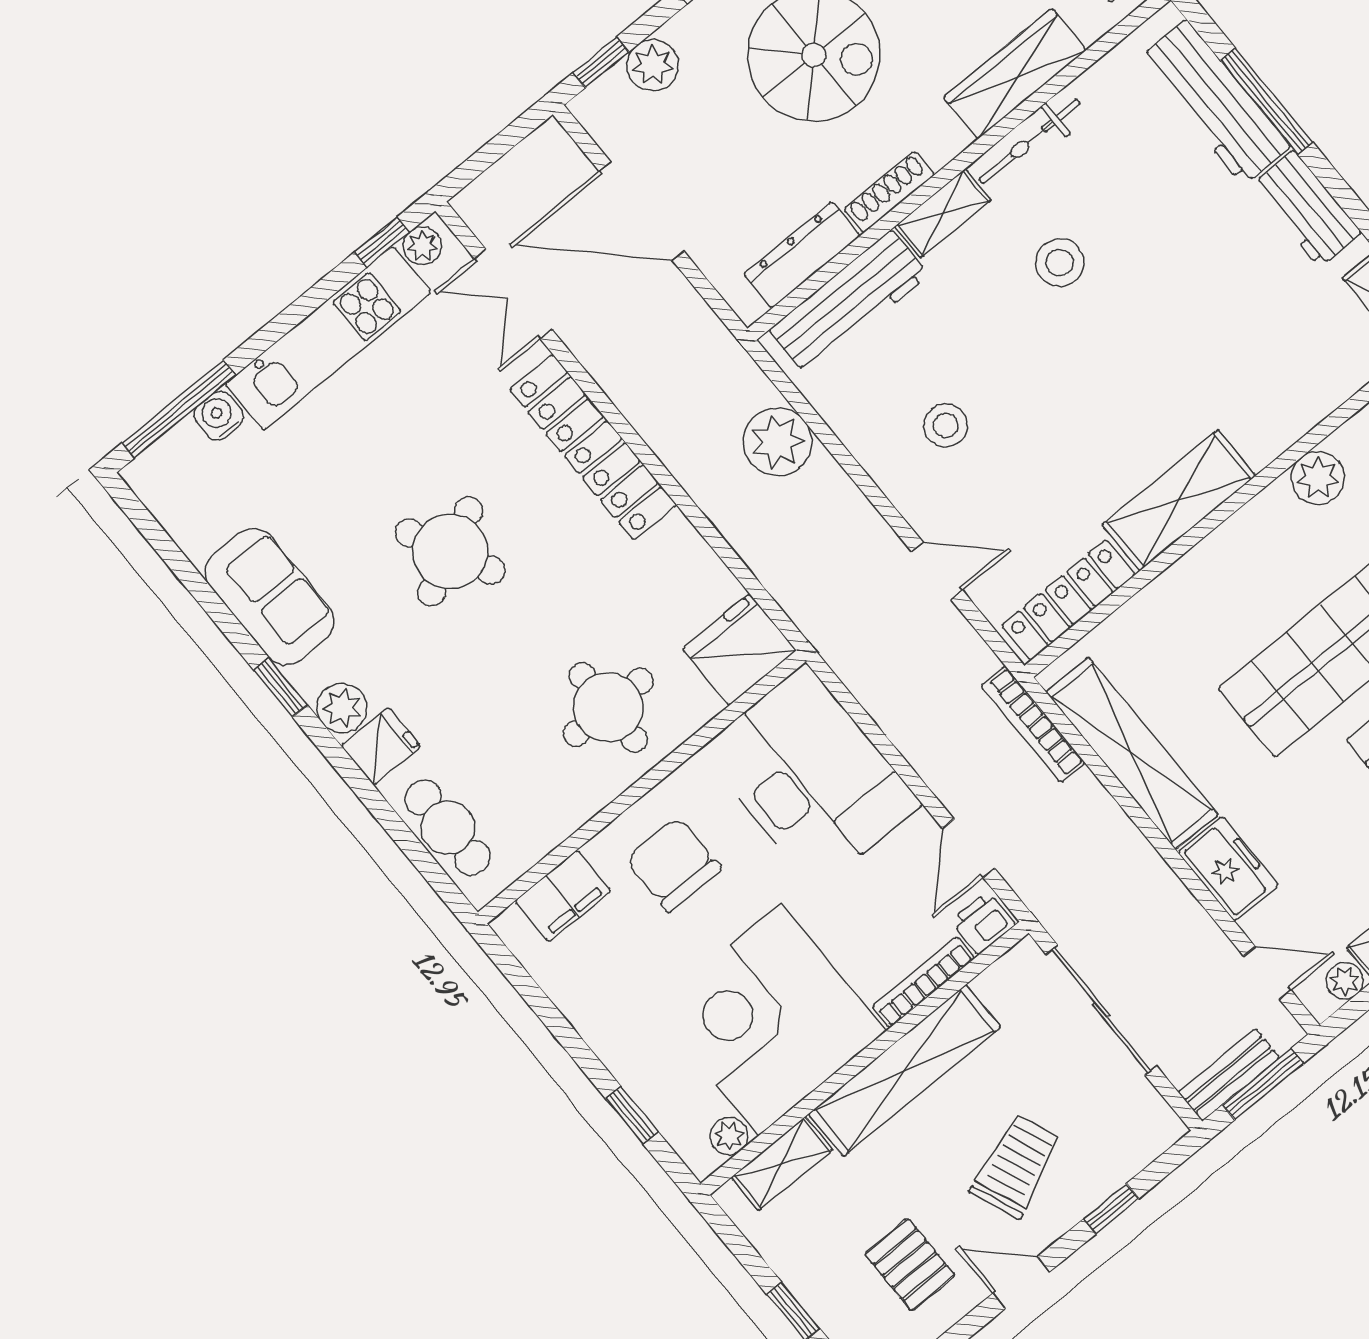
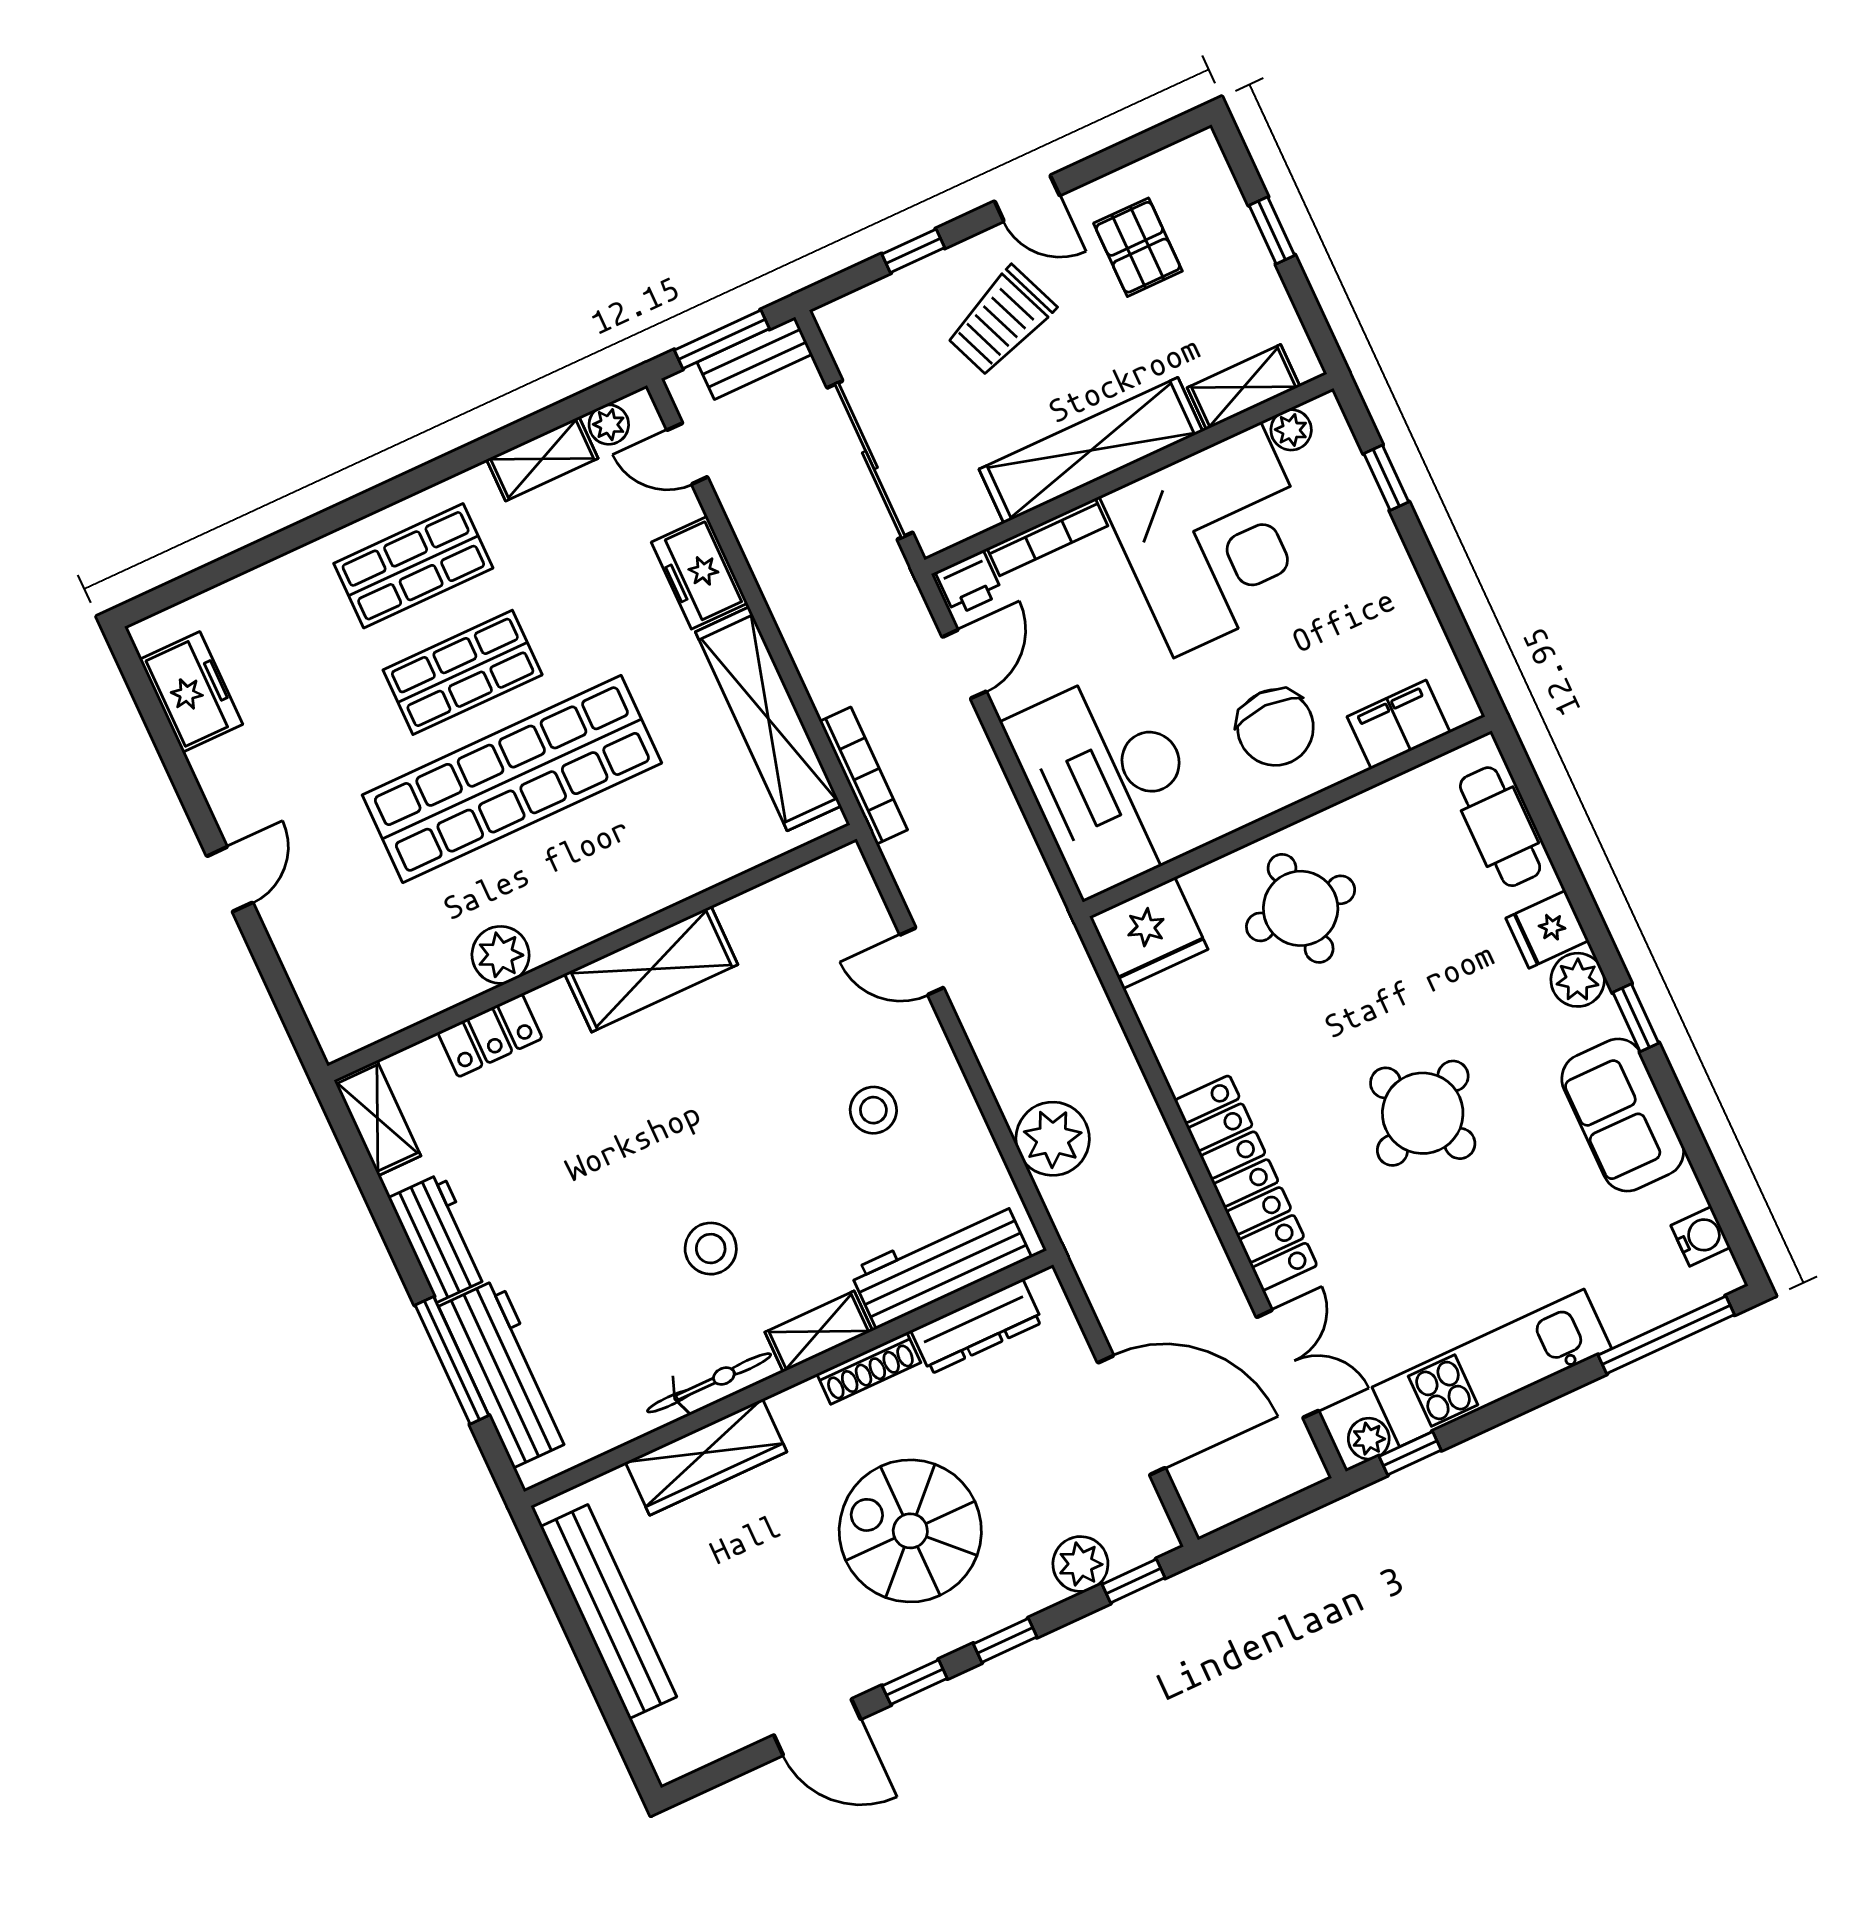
water cooler: (219, 416) -> (1701, 1236), moved, turned -90
locker: (1068, 600) -> (490, 1035), moved, width x0.66

